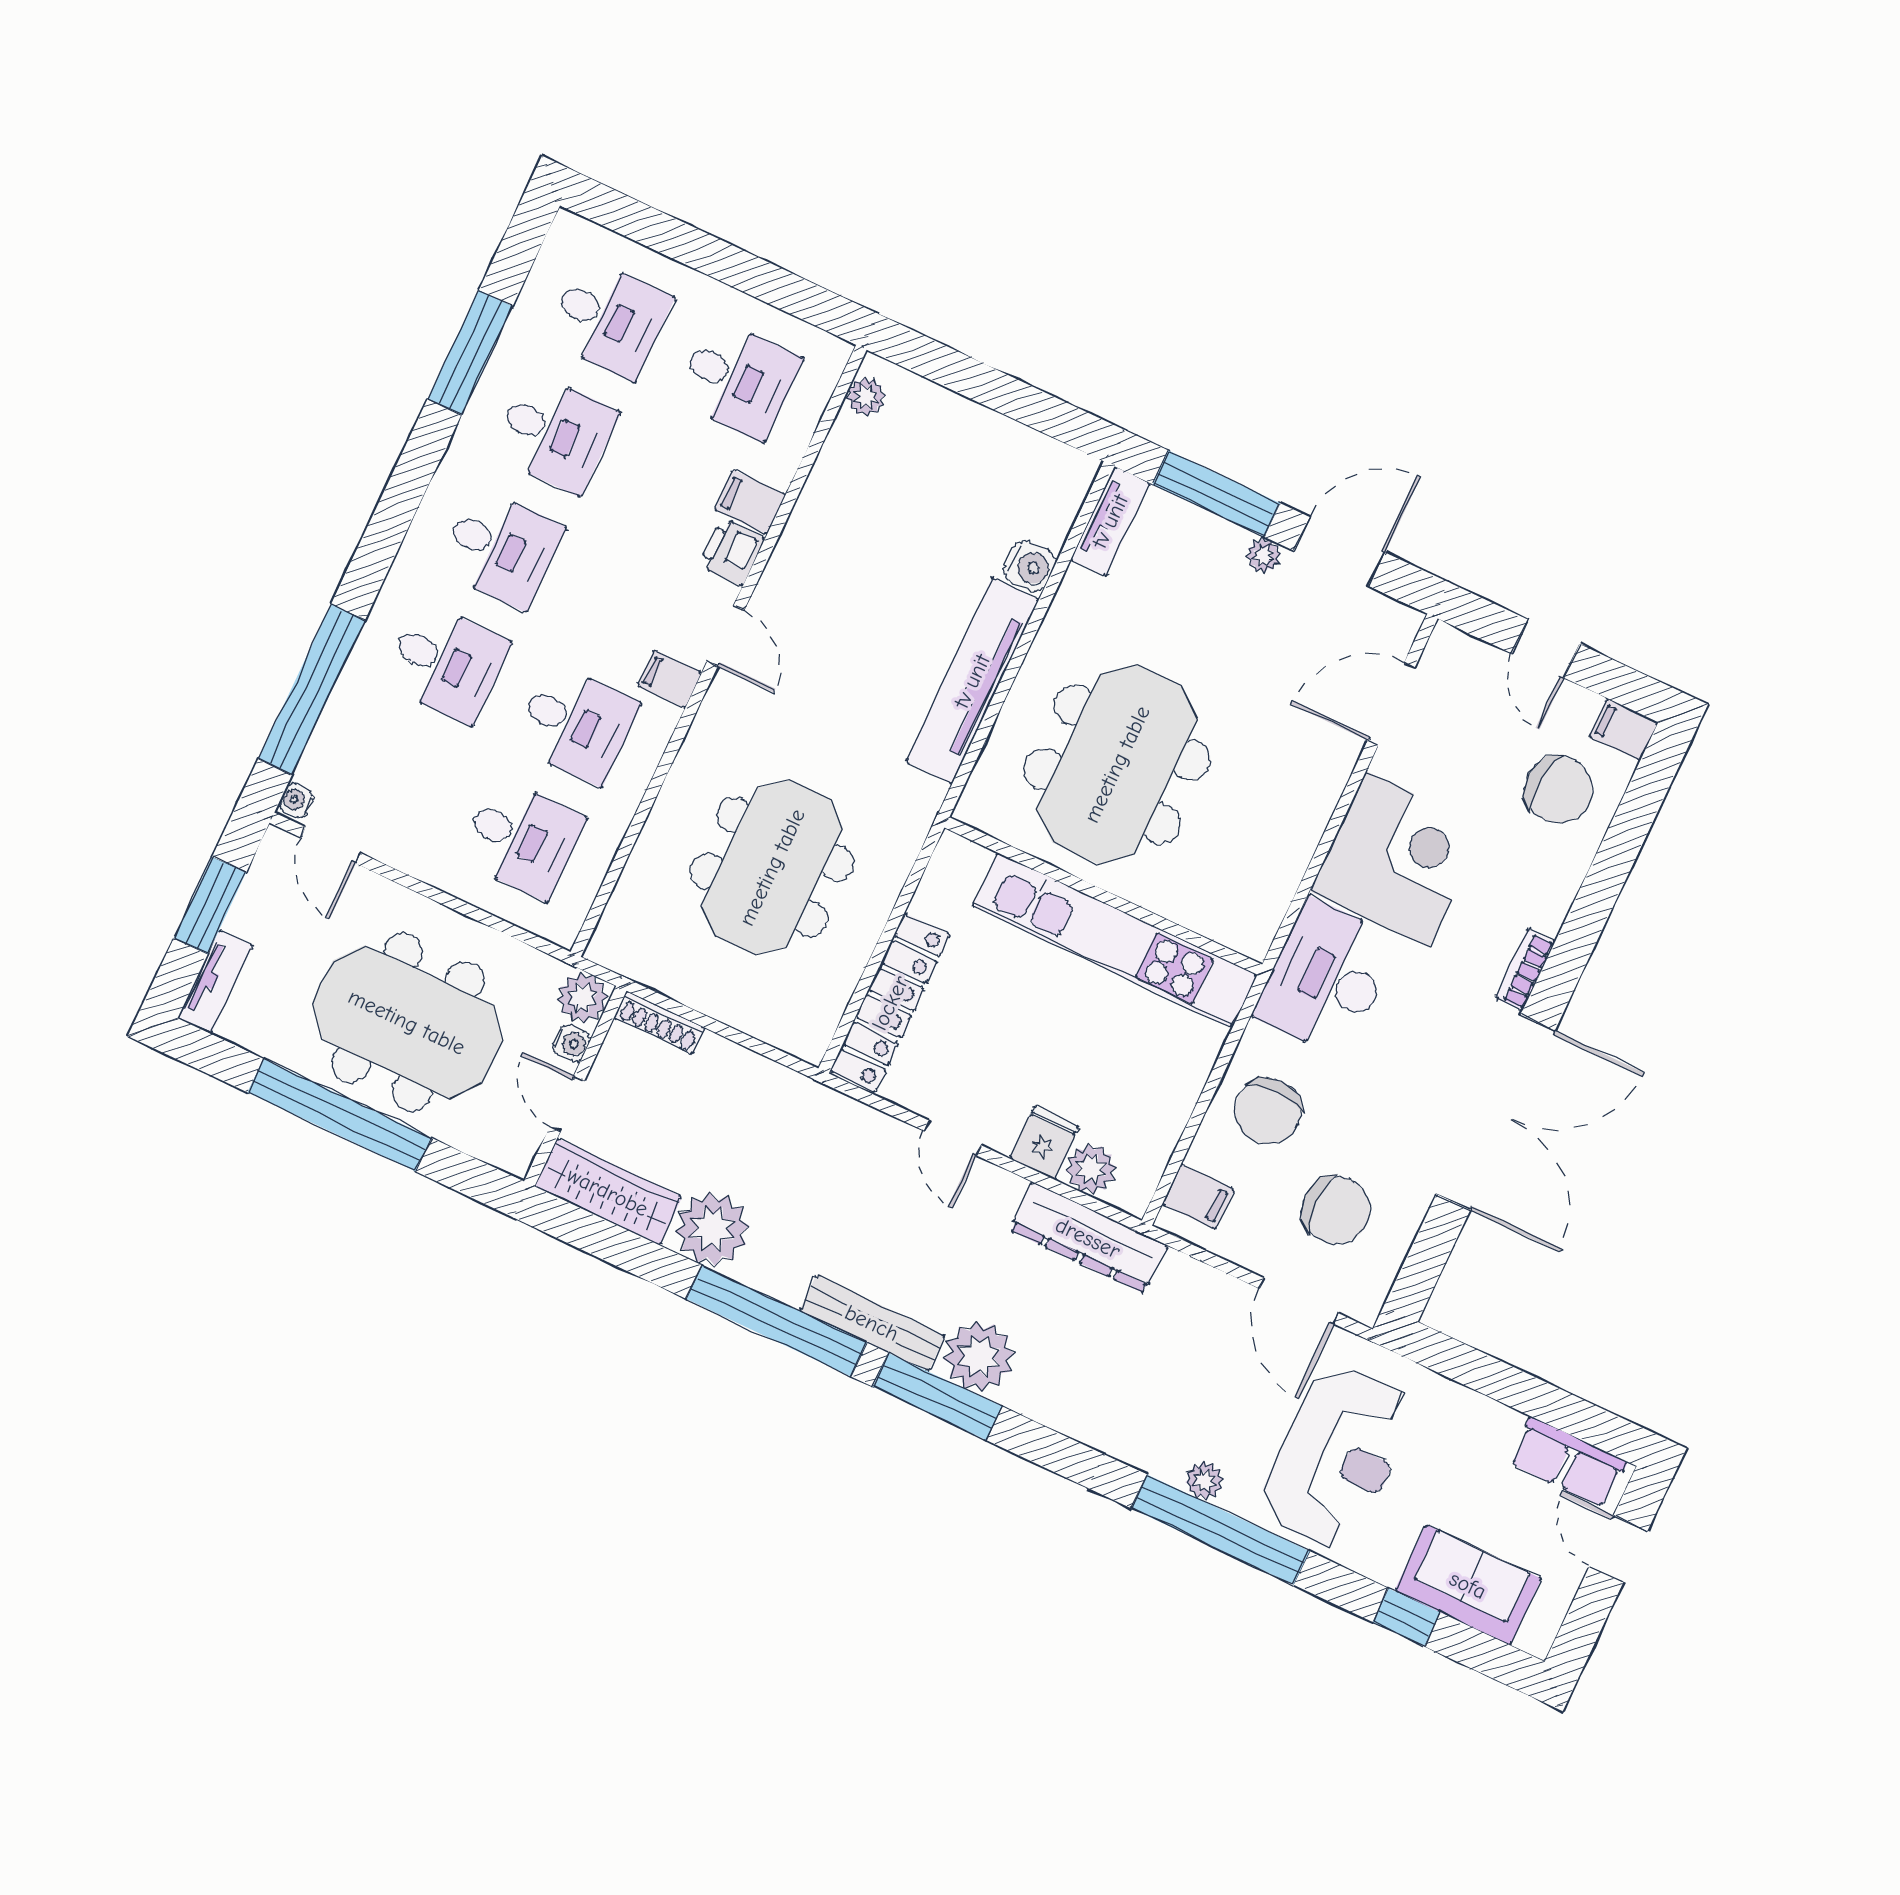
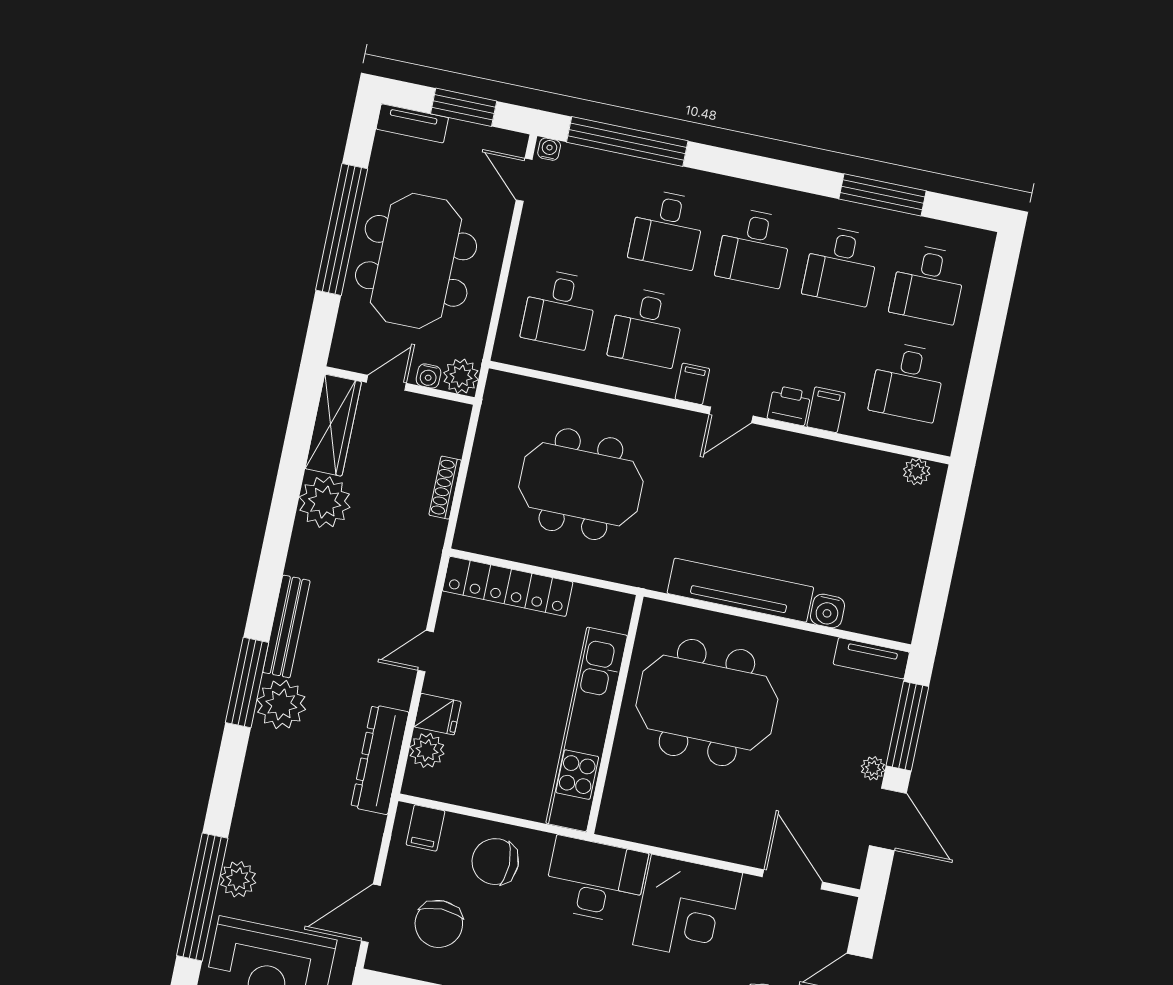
door: (331, 845) -> (524, 180), hinge flipped
shoe rack: (659, 1023) -> (445, 488), moved
window: (777, 1321) -> (272, 561), removed
plant: (1204, 1481) -> (238, 879), width x1.38, depth x1.38

